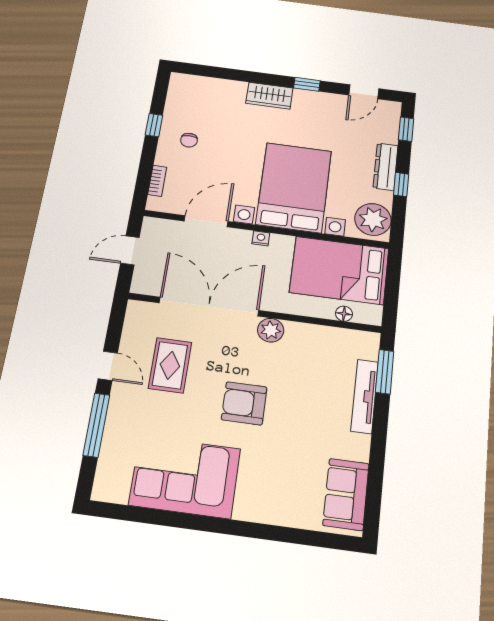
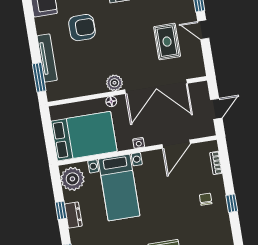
dresser: (386, 167) -> (73, 215), width x0.70
bed with nightstands: (294, 187) -> (119, 188), width x0.73
floor lamp: (344, 314) -> (111, 101), moved
armchair: (244, 403) -> (82, 28), moved

